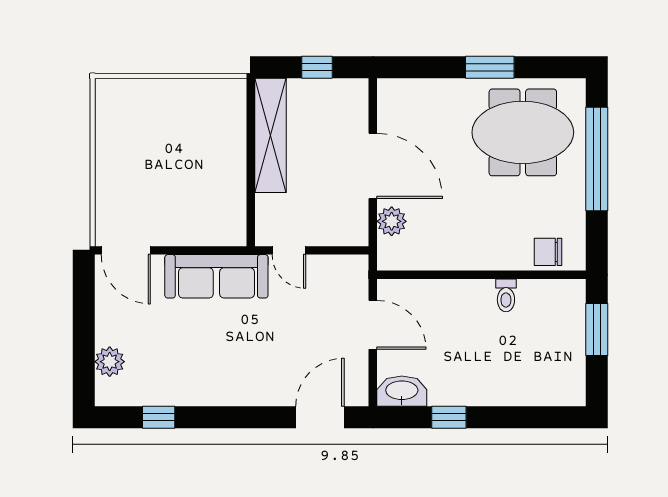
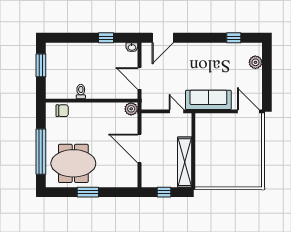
plant: (392, 221) -> (131, 109), moved
window: (597, 330) -> (41, 65), moved
washbasin: (402, 391) -> (132, 47), width x0.52, depth x0.69

